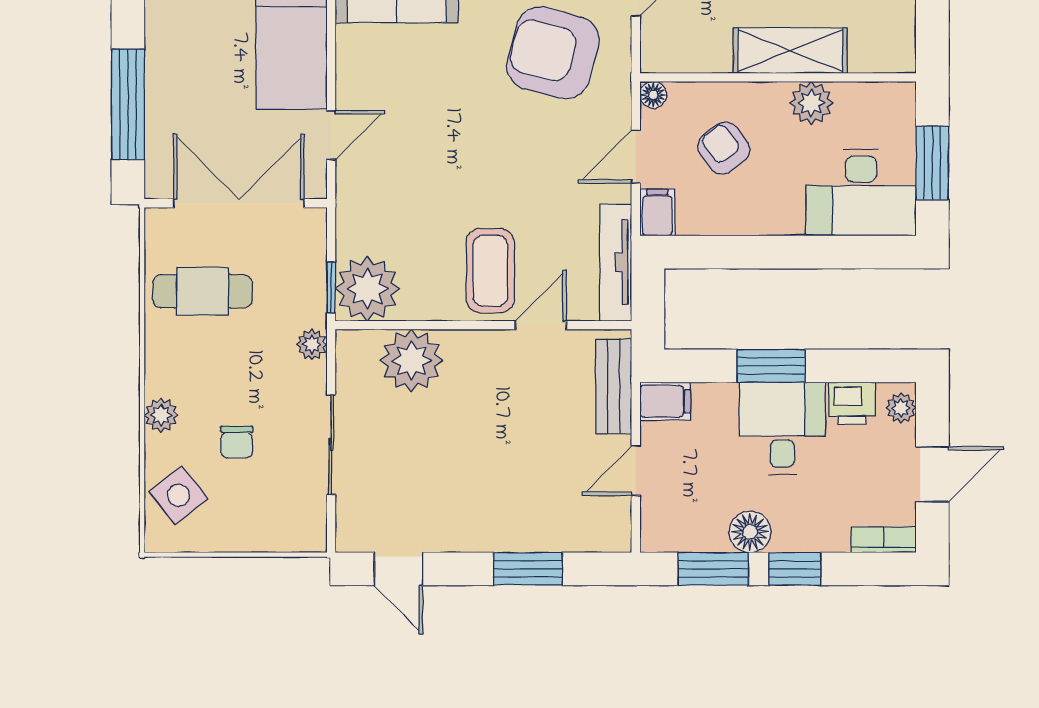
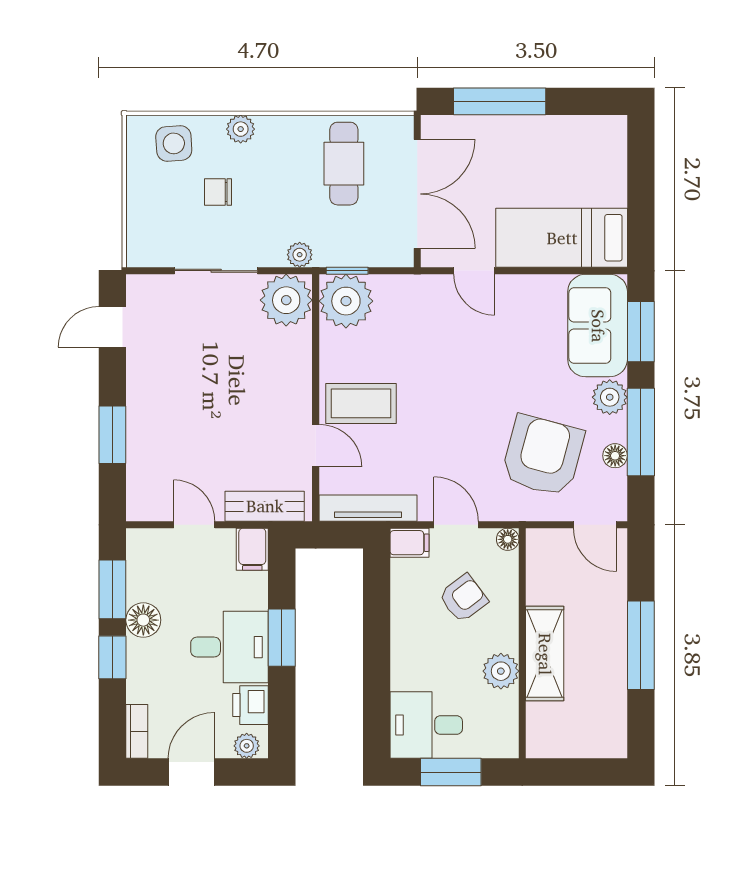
desk: (861, 193) -> (426, 725), width x0.73
plant: (412, 360) -> (286, 300), moved
door: (932, 474) -> (191, 772), swing flipped
side table: (178, 495) -> (174, 143), turned 34

